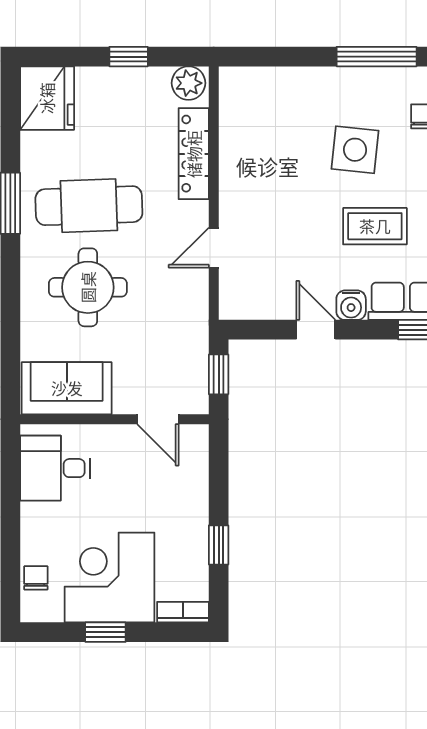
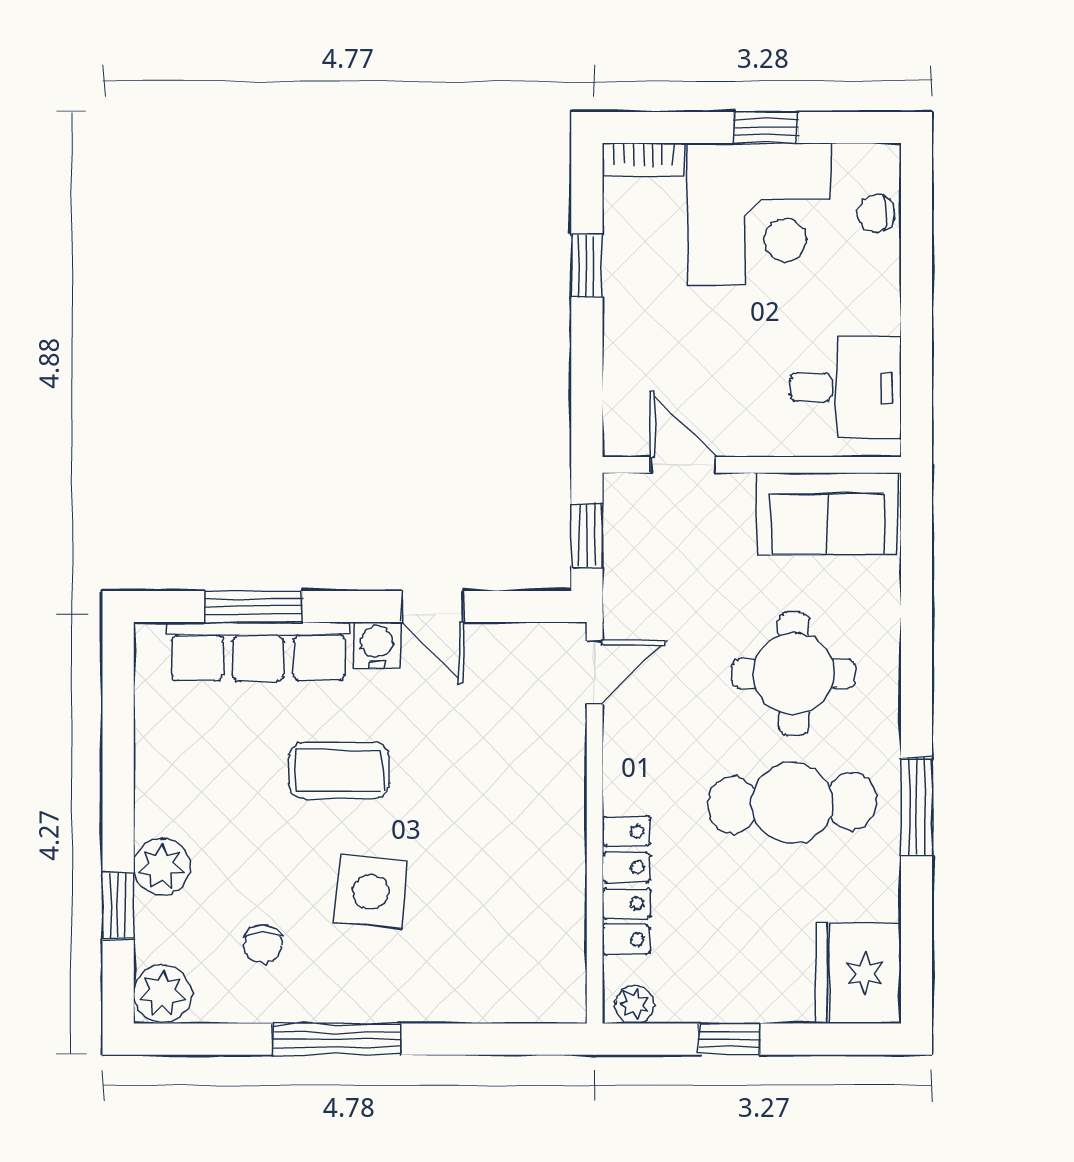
plant: (189, 83) -> (634, 1004), width x0.73, depth x0.73
door: (214, 248) -> (595, 672), moved
chair: (36, 578) -> (876, 214), turned 90

